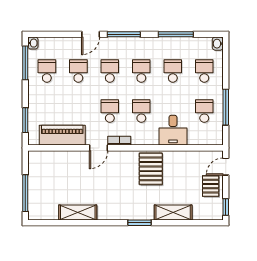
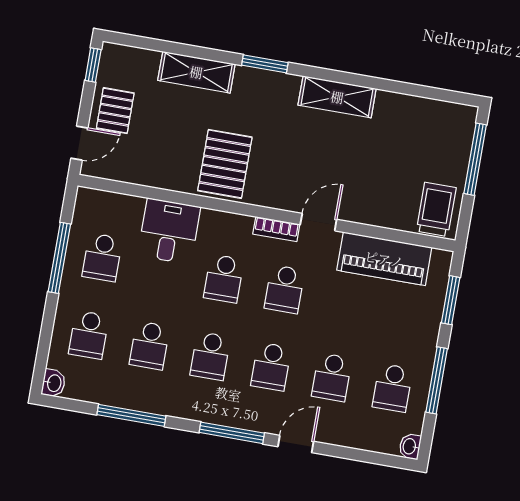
window: (25, 63) -> (437, 380), moved
trolley: (41, 165) -> (436, 209), added
shelving: (78, 212) -> (337, 97), moved

